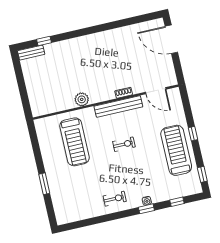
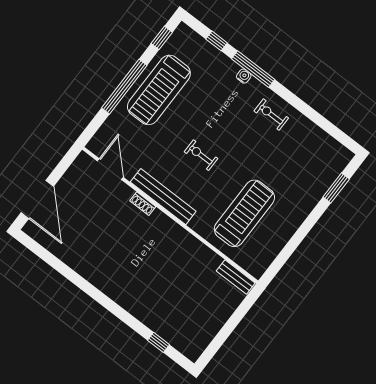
bench: (31, 53) -> (236, 277), moved
plant: (82, 99) -> (190, 245), removed
window: (193, 134) -> (124, 87), width x3.17
window: (44, 184) -> (336, 188), moved
window: (146, 209) -> (253, 69), width x2.17

